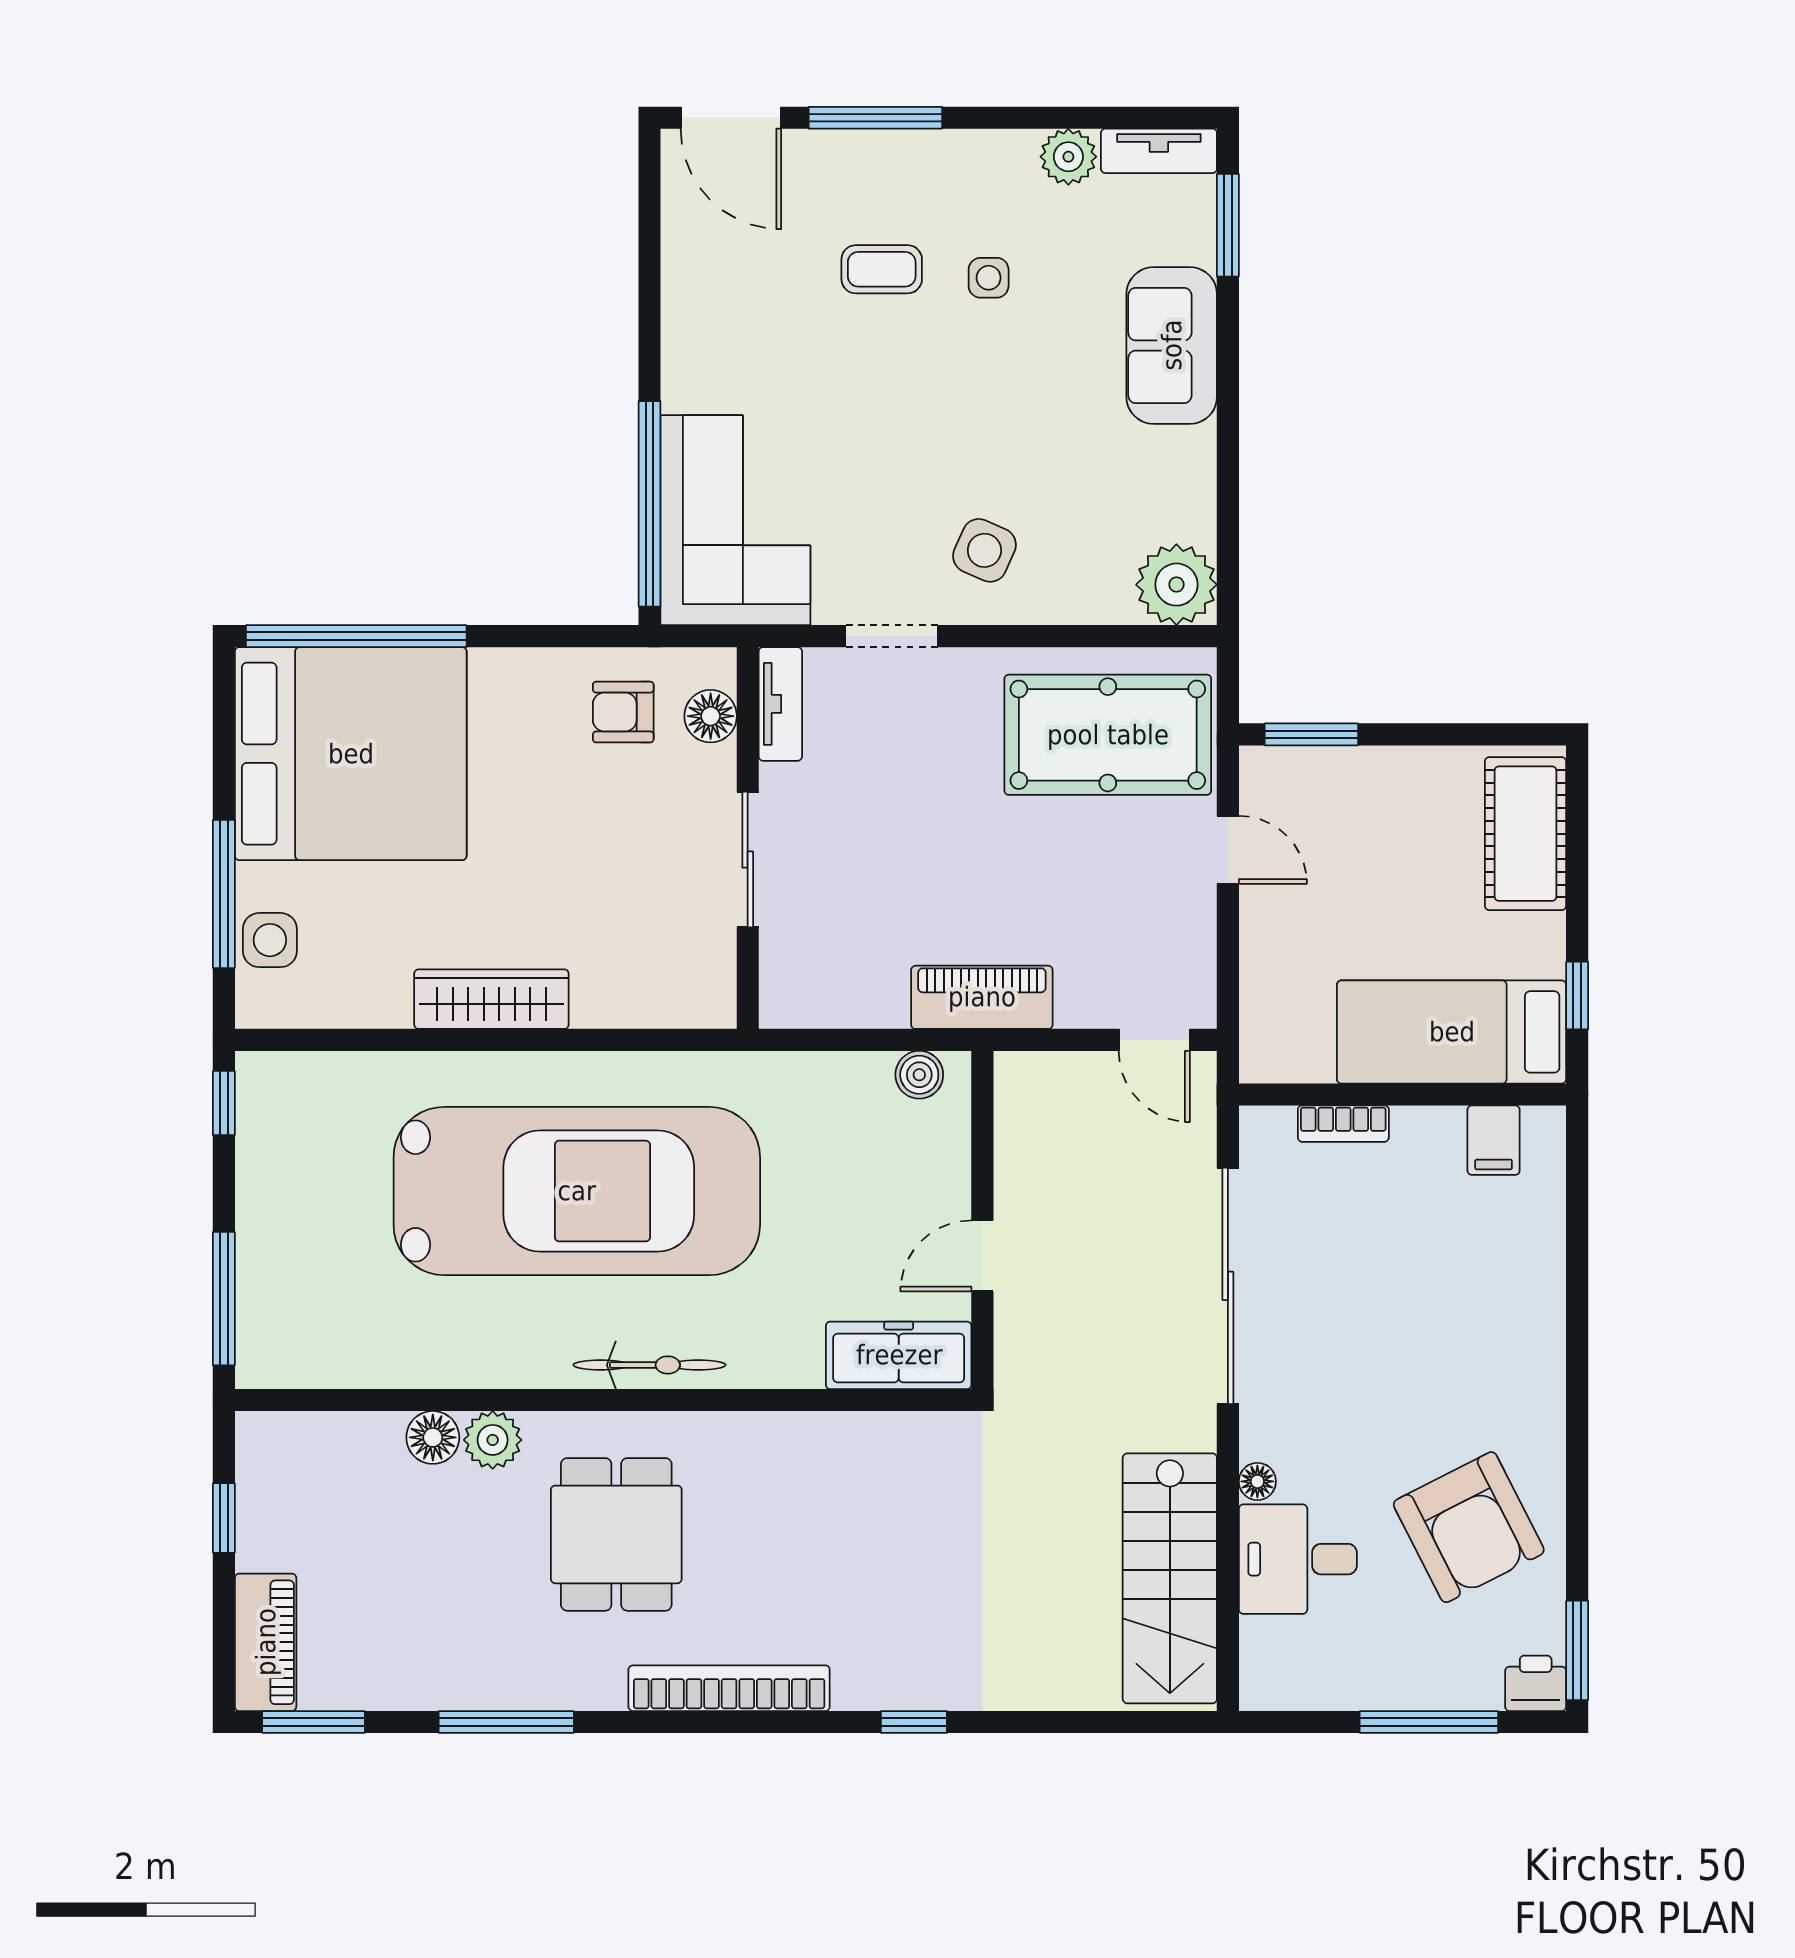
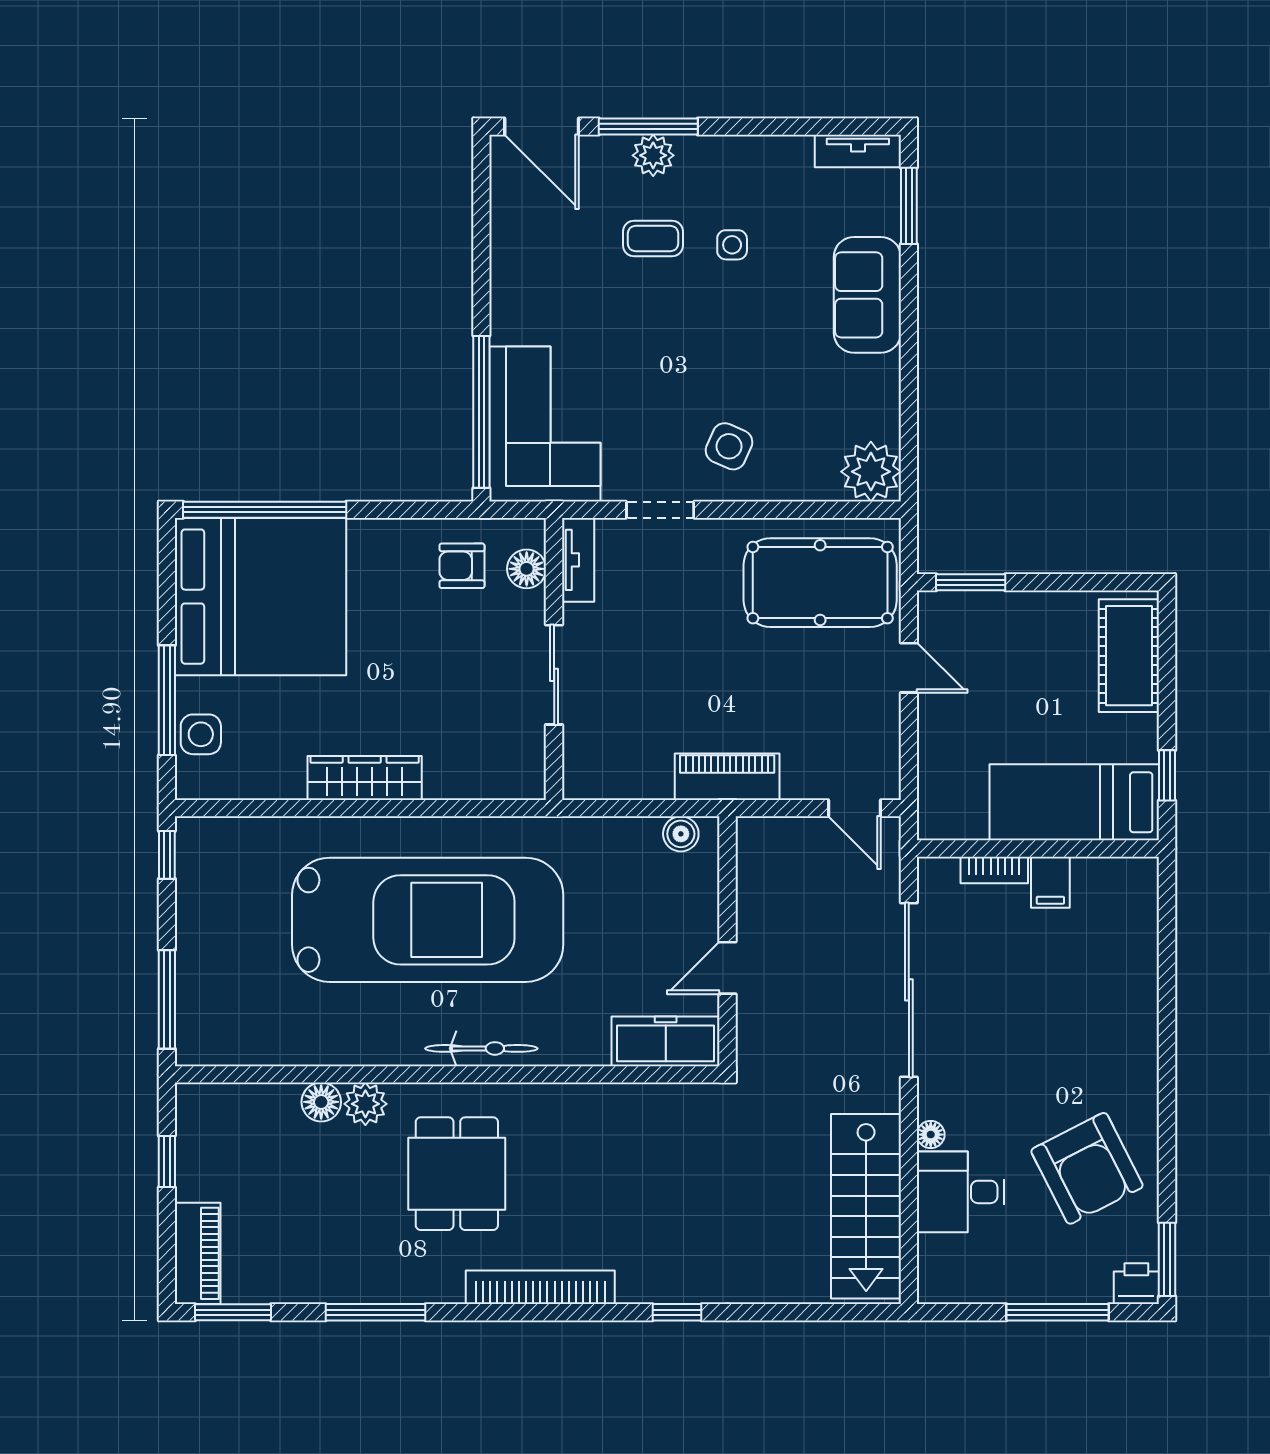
plant: (1068, 157) -> (653, 155), moved
filing cabinet: (1494, 1140) -> (1050, 882), moved

